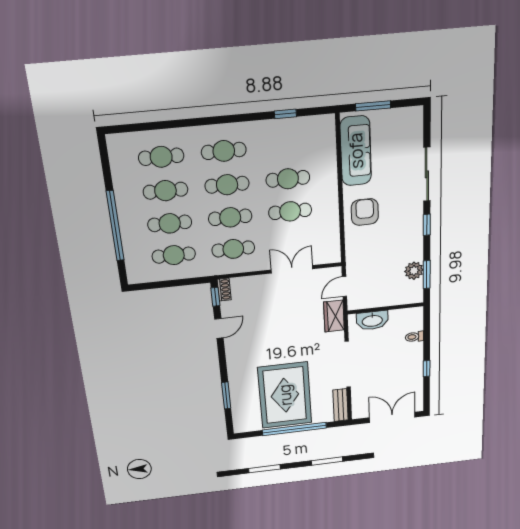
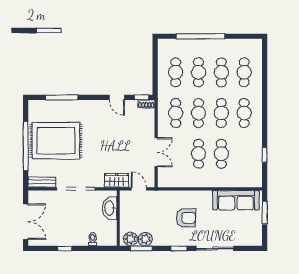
armchair: (365, 212) -> (186, 218), moved
plant: (414, 290) -> (131, 239), added
window: (226, 395) -> (62, 97), width x1.44

